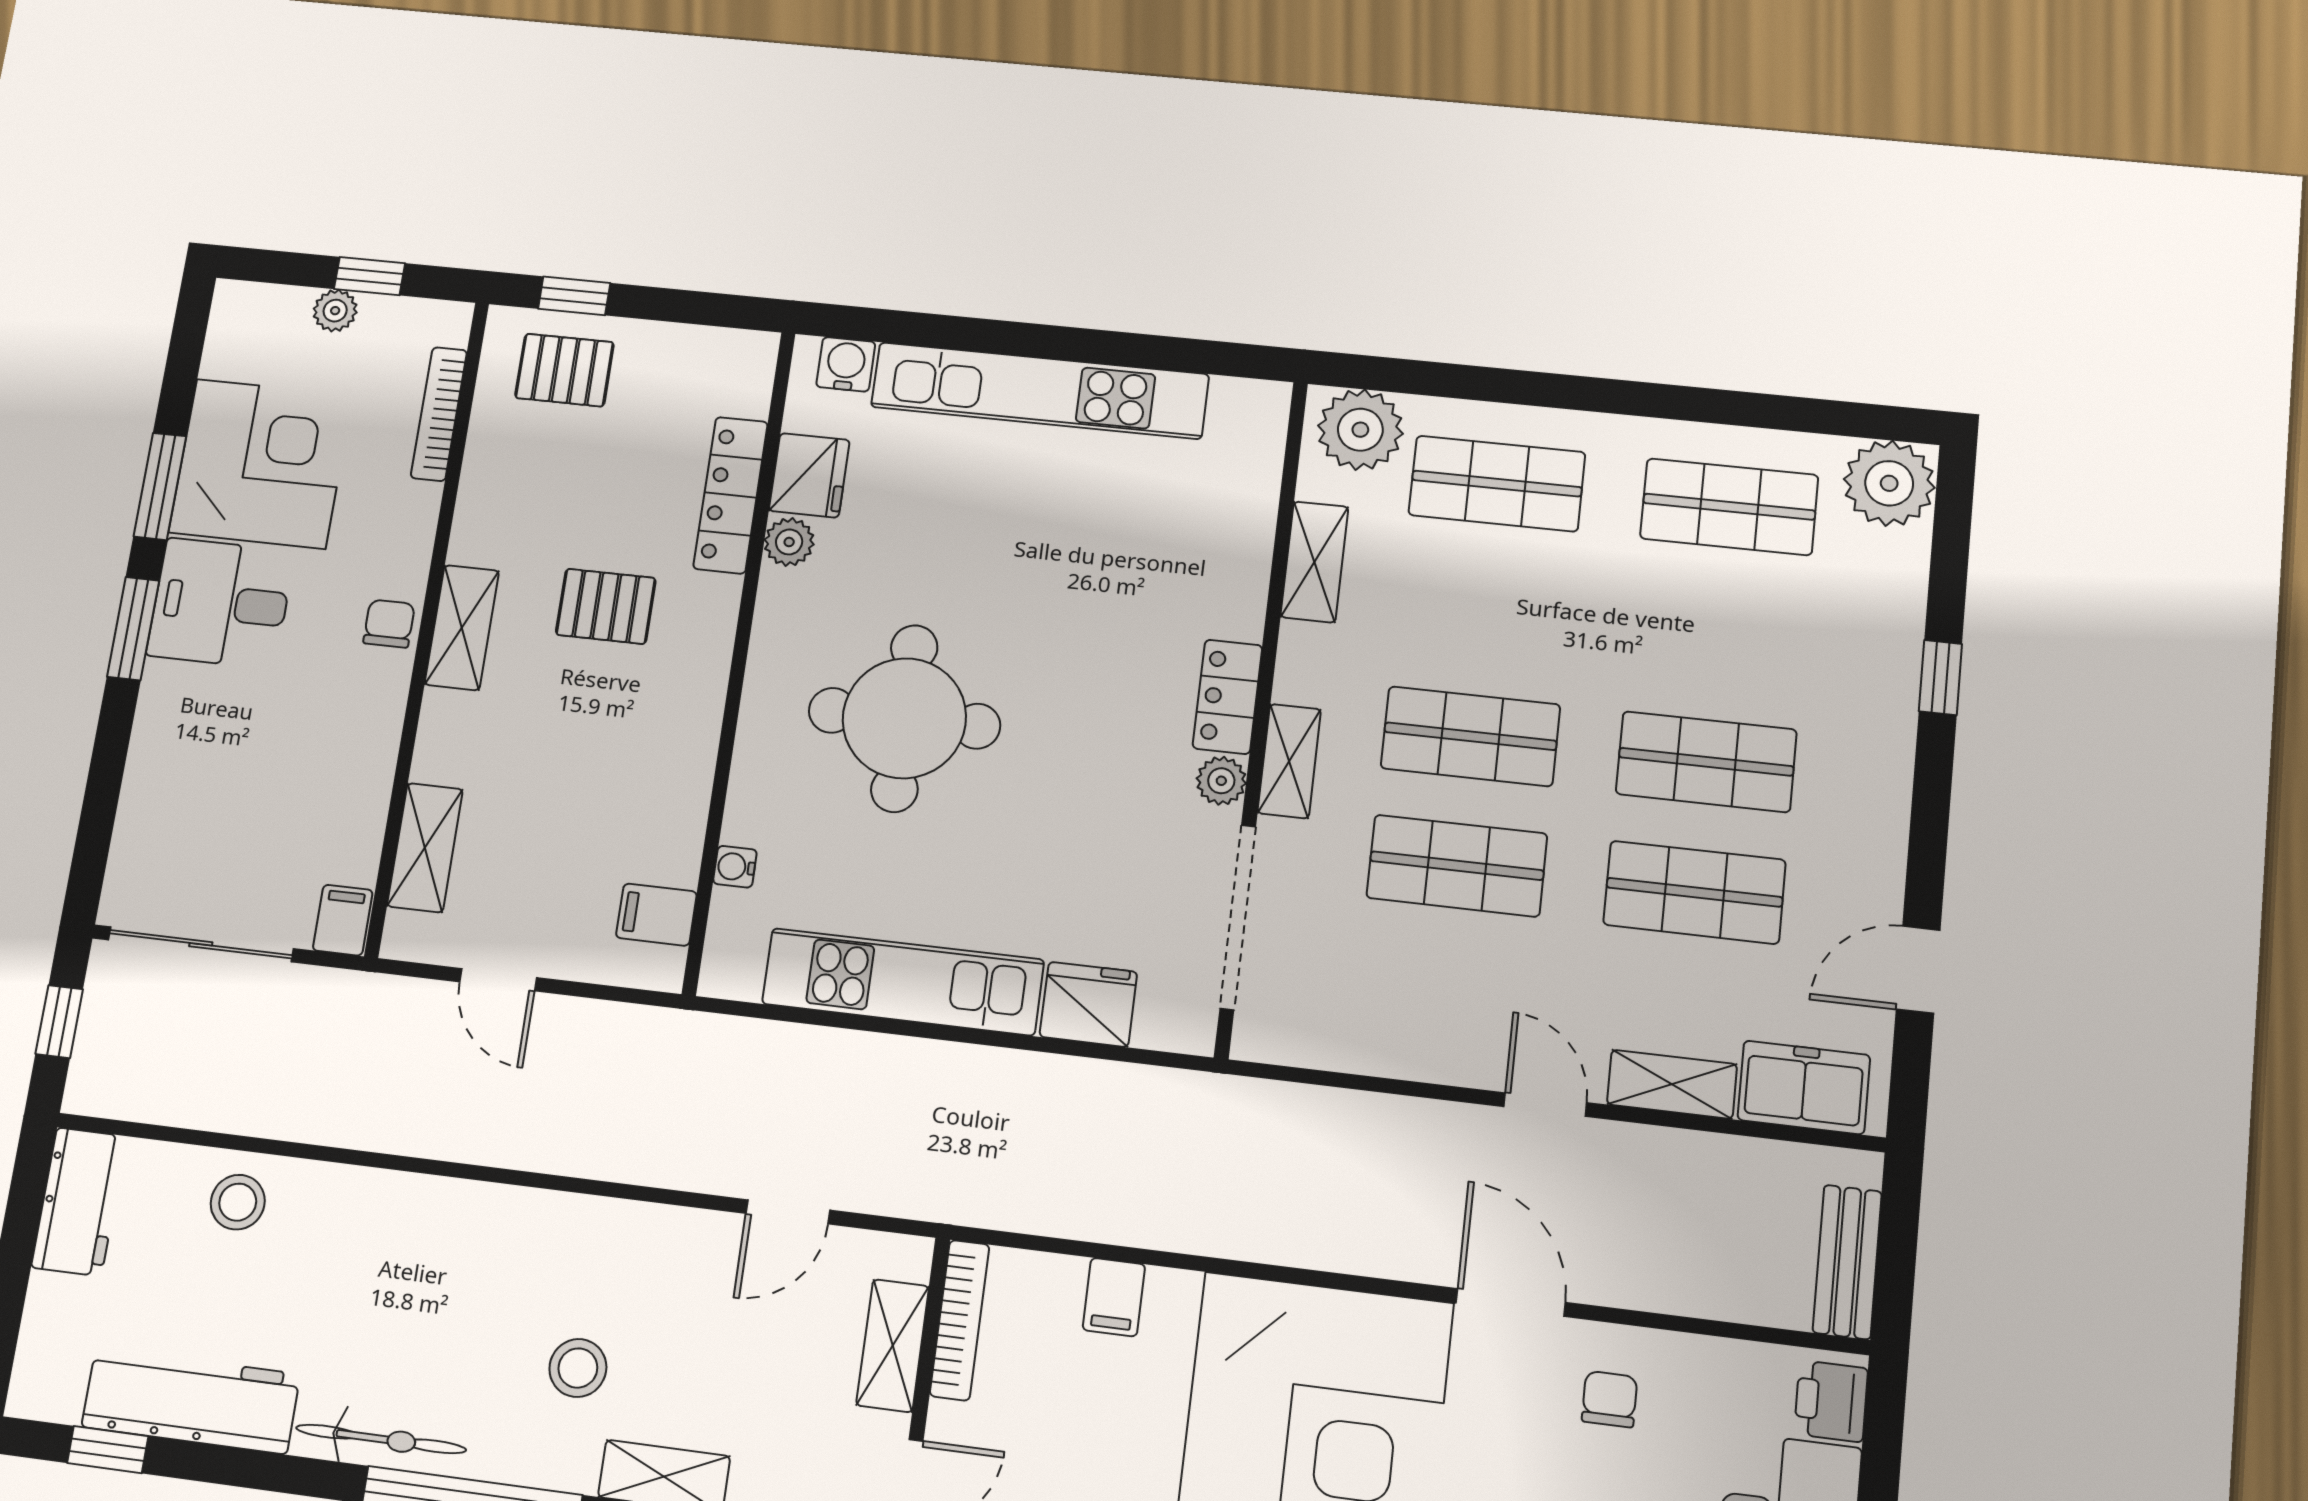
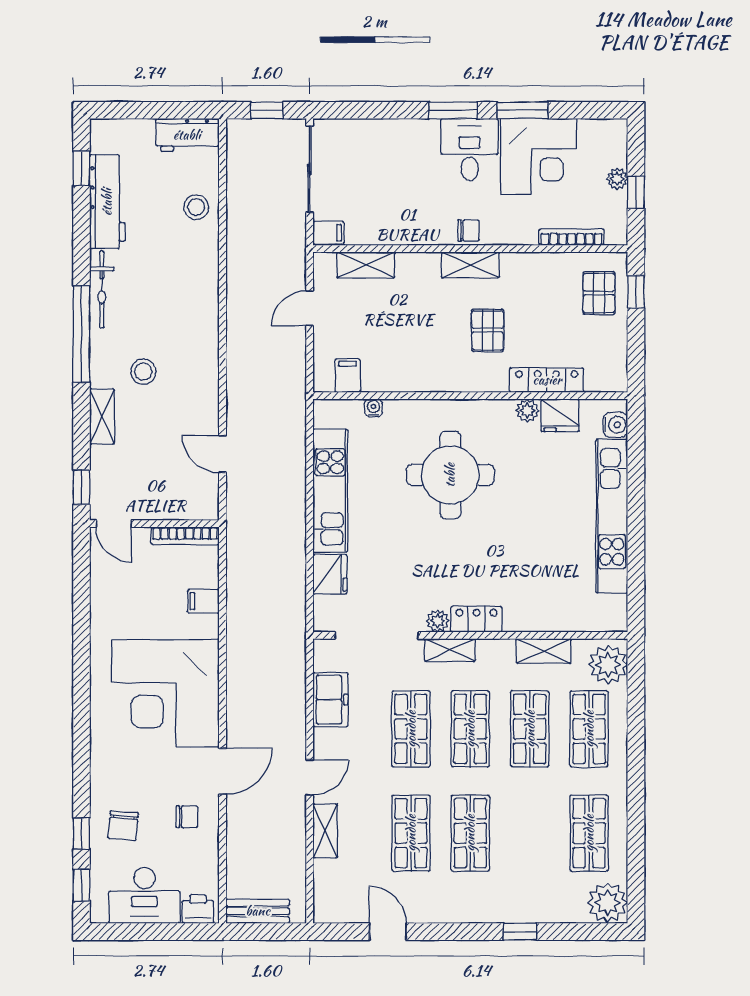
shop shelf: (1484, 609) -> (530, 729), added
freezer: (1804, 1087) -> (330, 700), moved
shelving: (893, 1346) -> (170, 508), removed

